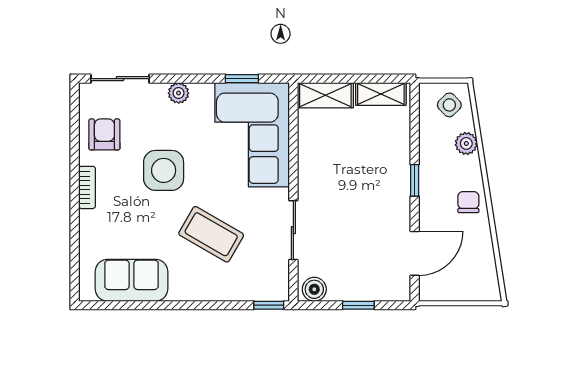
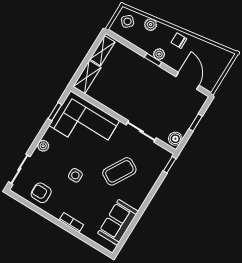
side table: (164, 170) -> (75, 175), width x0.54, depth x0.54
plant: (429, 184) -> (159, 54), added
bookcase: (87, 187) -> (71, 223), moved

